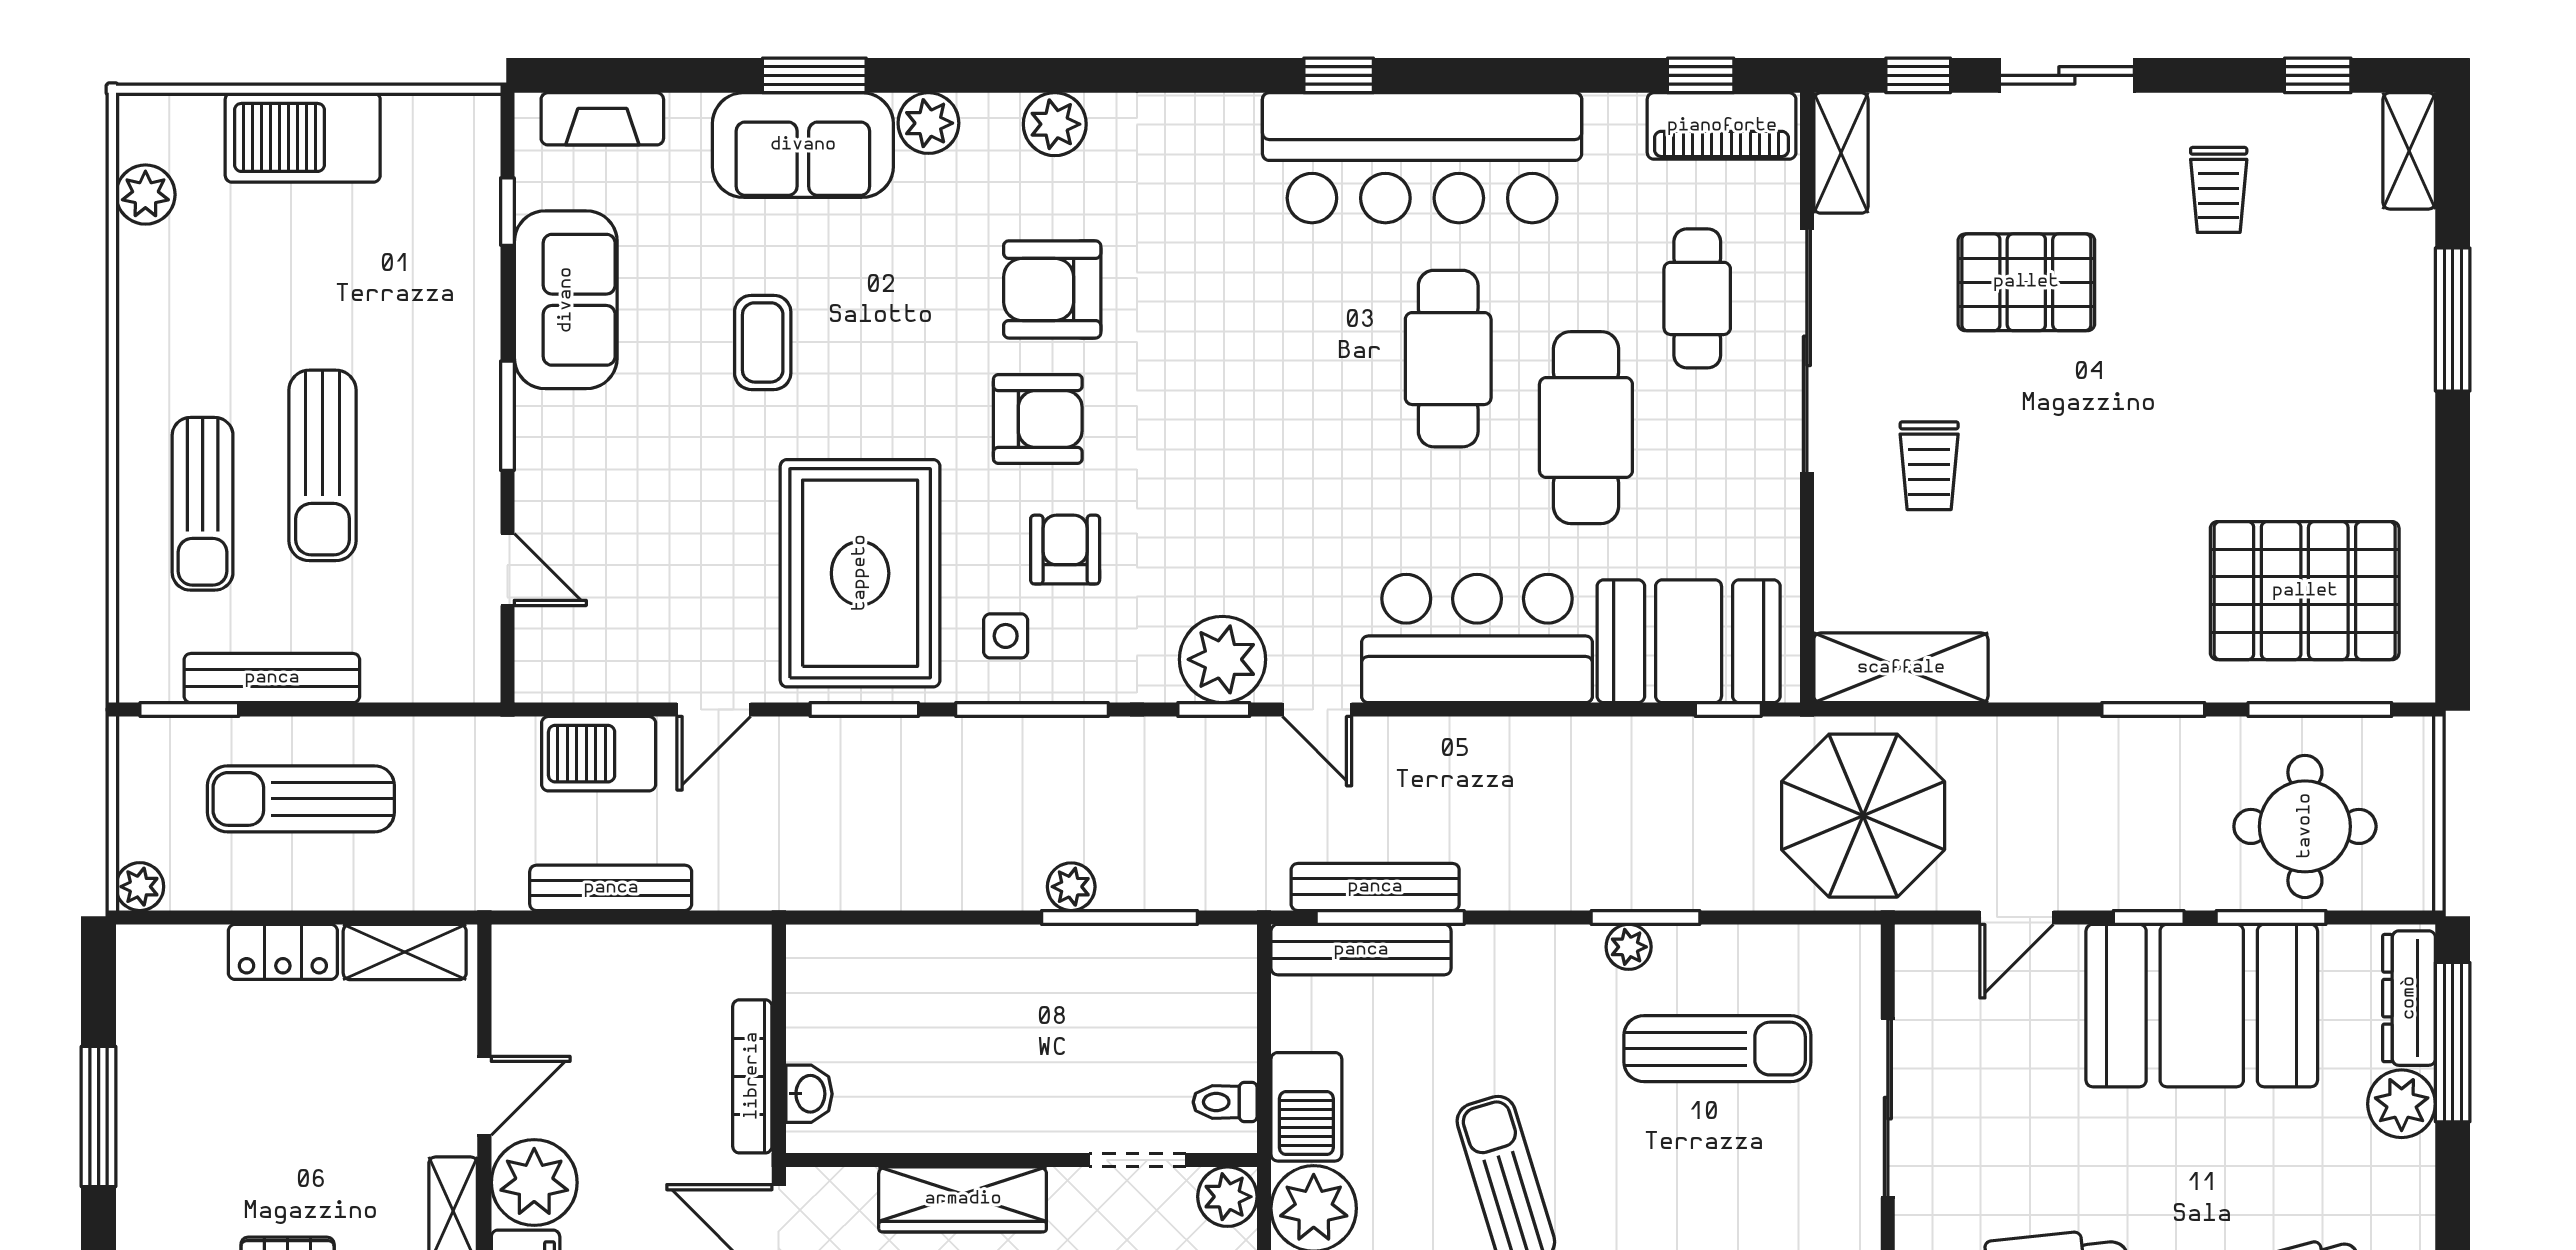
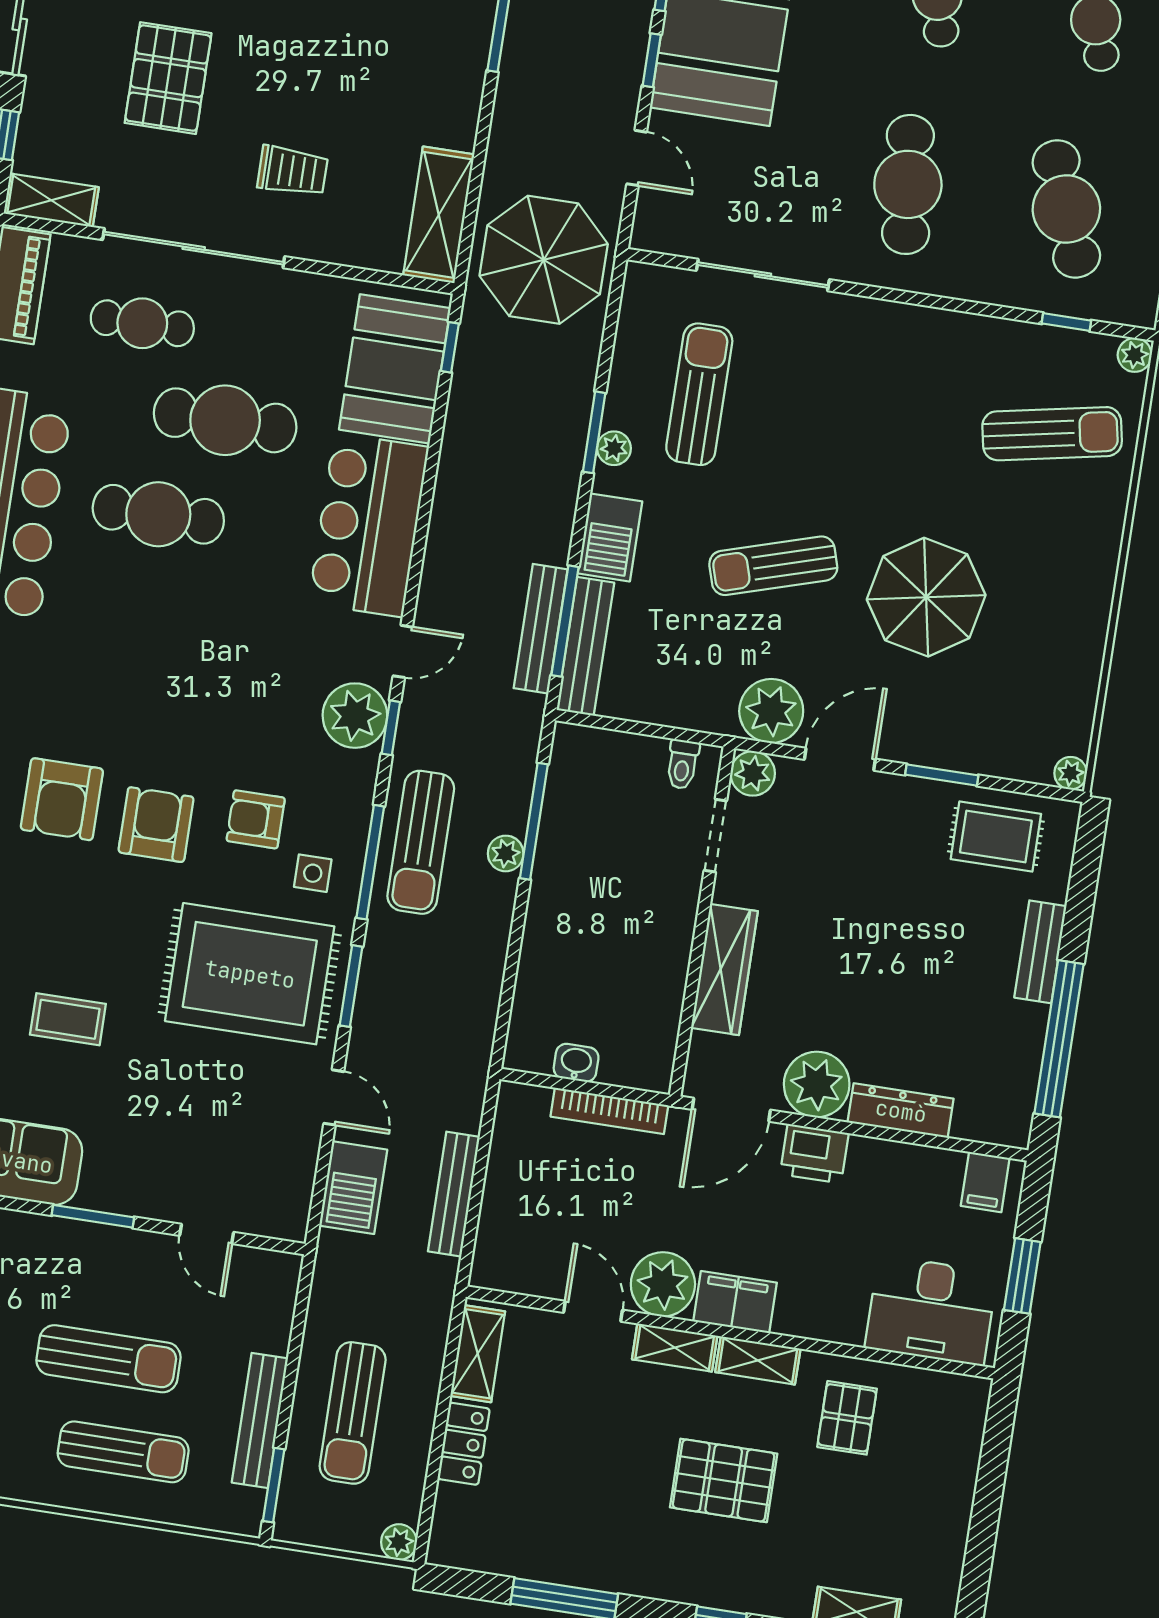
door: (507, 570) -> (207, 1234), swing flipped
sun lounger: (1069, 772) -> (421, 842), added
washbasin: (809, 1094) -> (576, 1063), moved
barbecue: (1306, 1107) -> (610, 537), moved, turned 90

